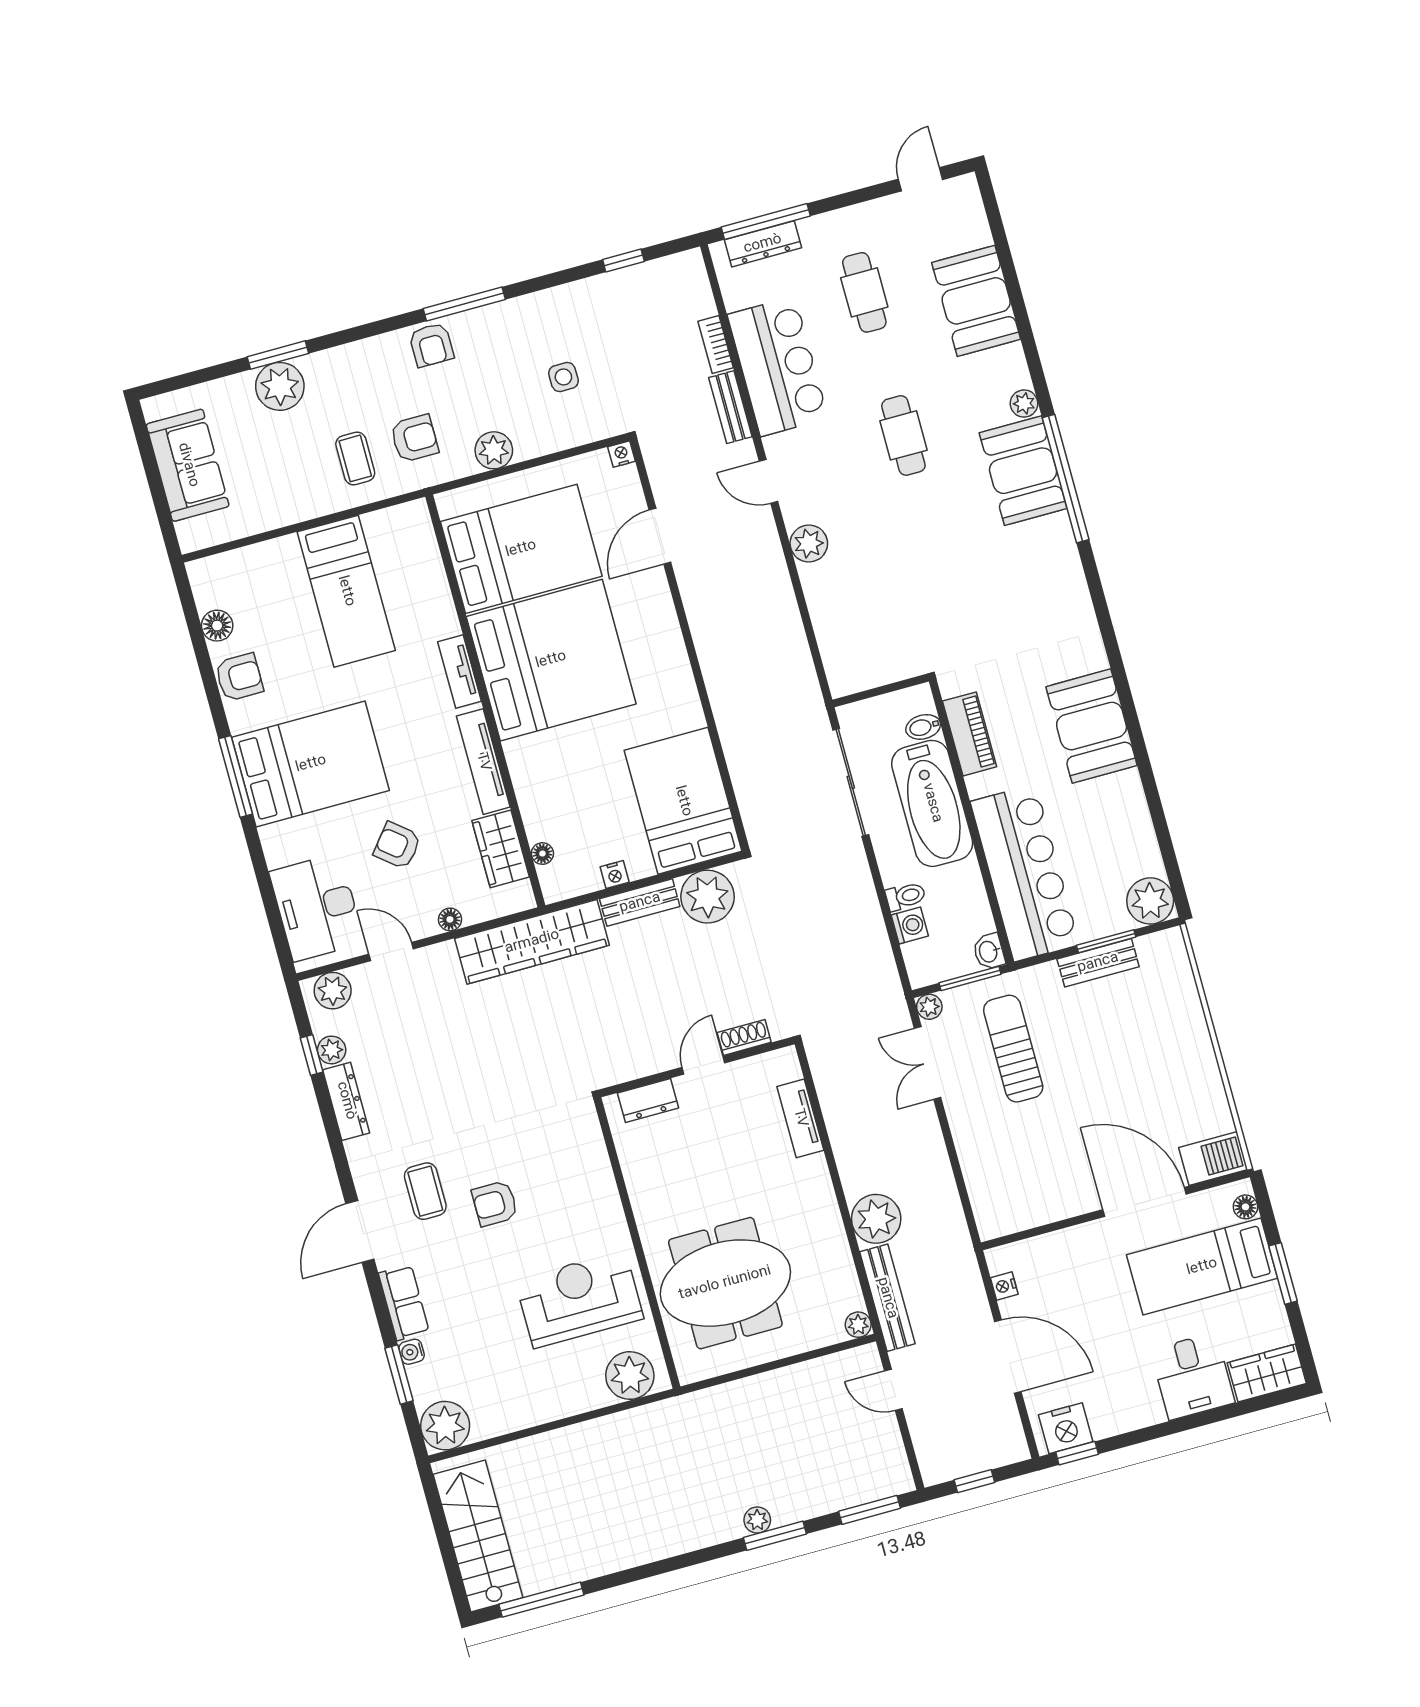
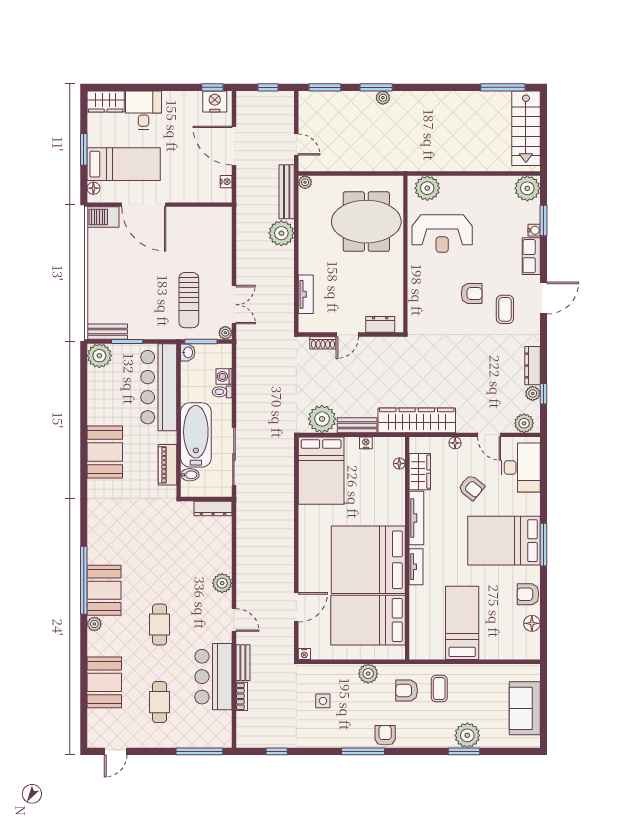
dresser: (763, 244) -> (213, 508), moved, turned 180
bench: (1098, 963) -> (107, 332), moved

